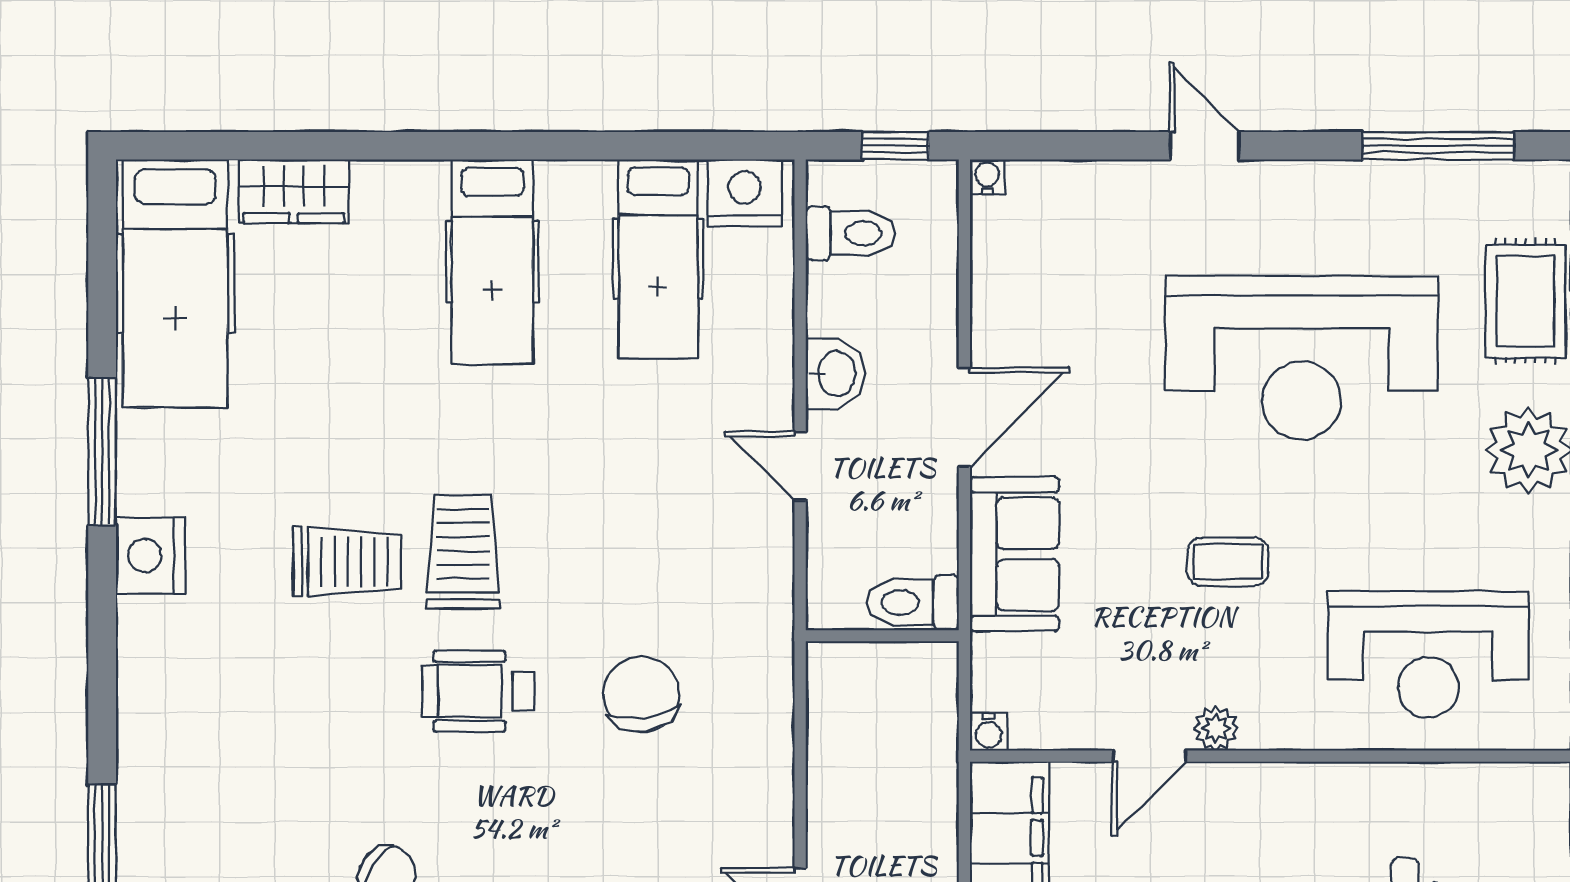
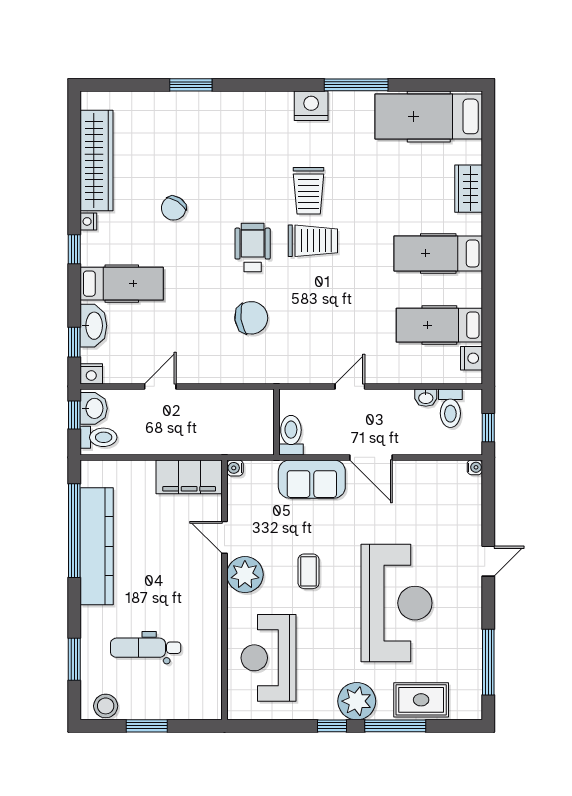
wardrobe: (294, 191) -> (469, 189), moved
nightstand: (745, 193) -> (471, 358), width x0.74, depth x0.75
reception desk: (1301, 358) -> (397, 603), turned 180
washbasin: (835, 374) -> (426, 398), moved, width x0.72, depth x0.69
plant: (1216, 728) -> (245, 575), width x1.88, depth x1.88

